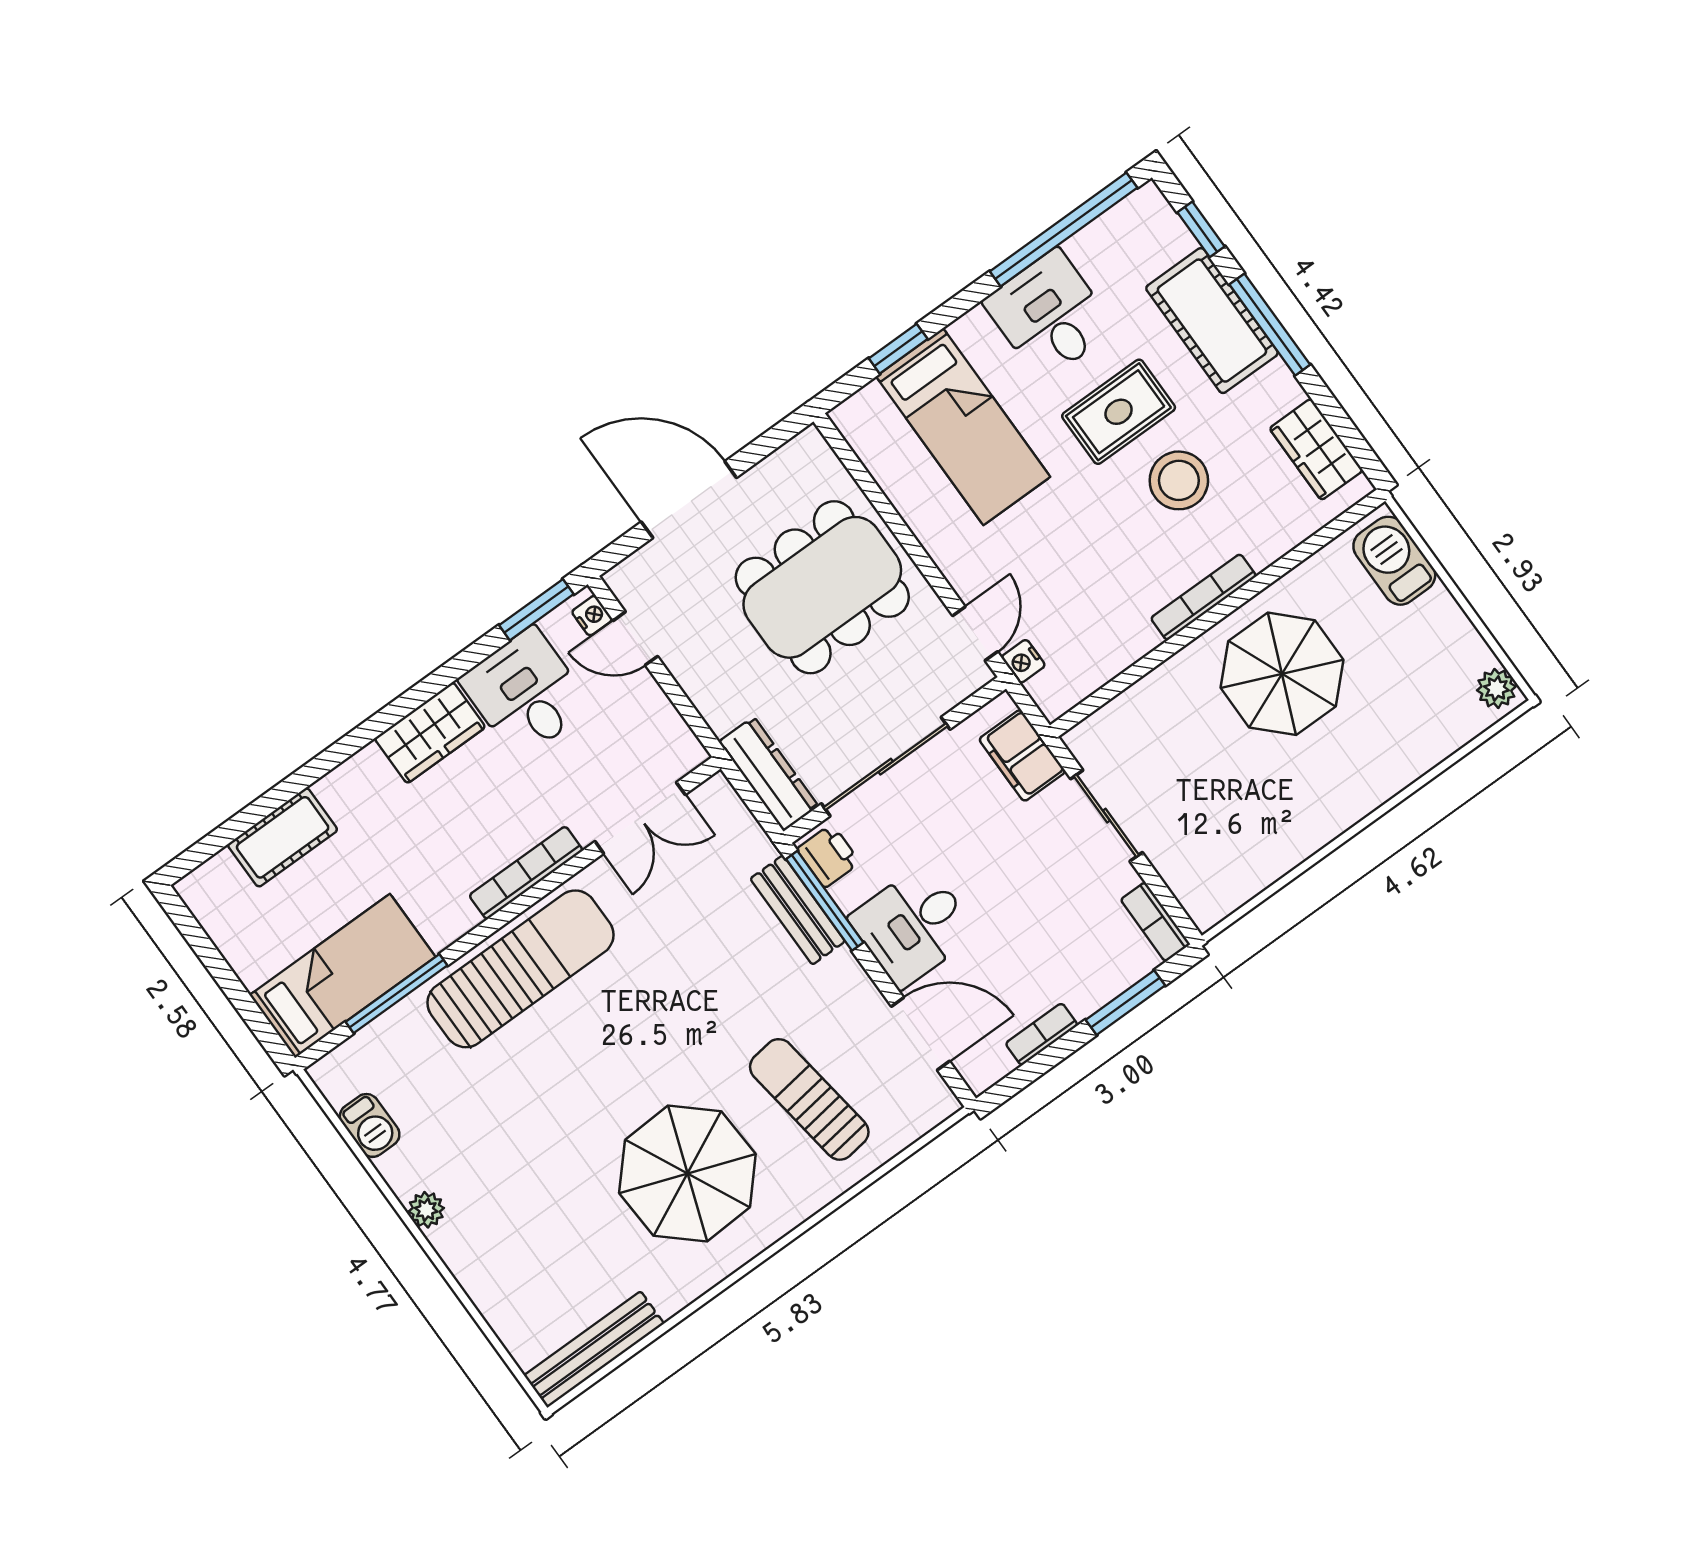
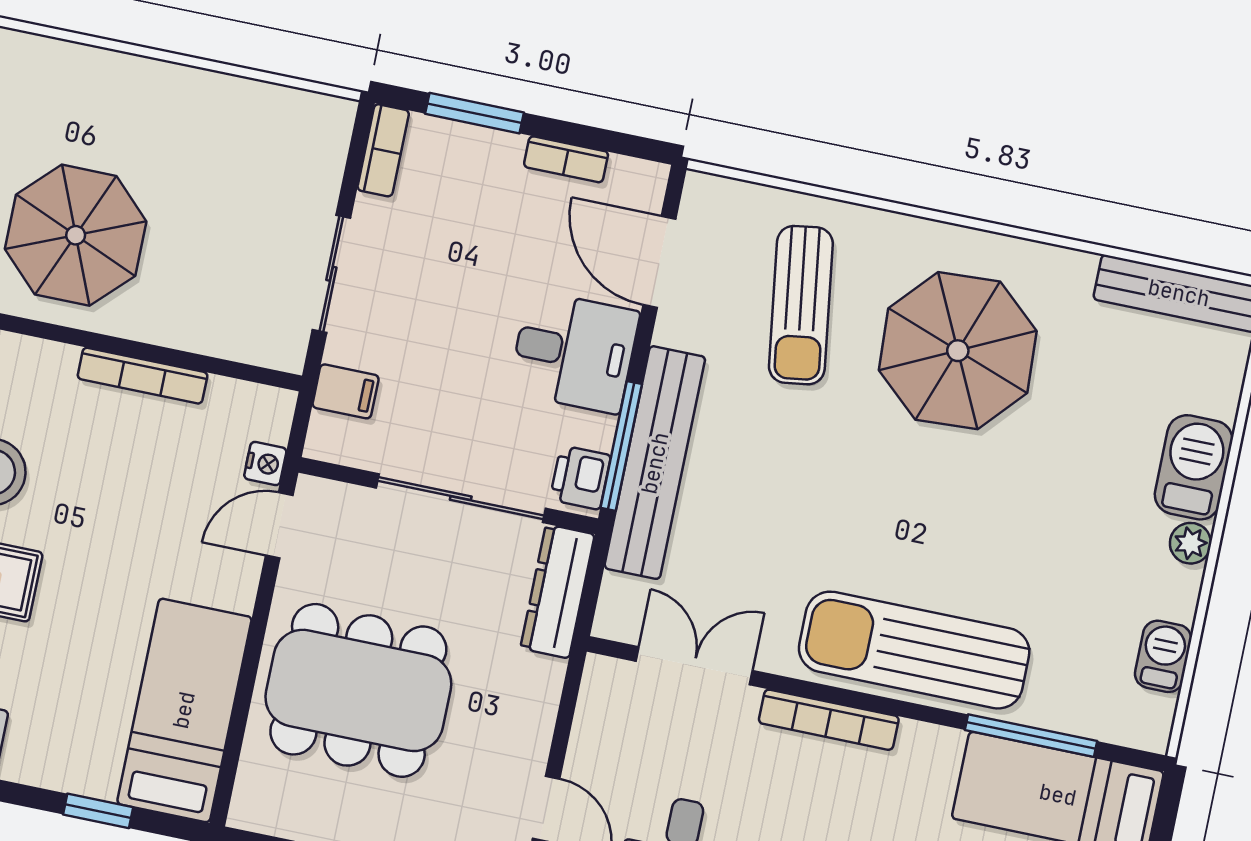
bed: (963, 427) -> (184, 710), moved
bookcase: (1204, 597) -> (143, 376), moved
filing cabinet: (1022, 755) -> (346, 391), width x0.50
bench: (798, 910) -> (655, 463), width x1.86, depth x1.21
barbecue: (473, 1256) -> (1194, 467), added

